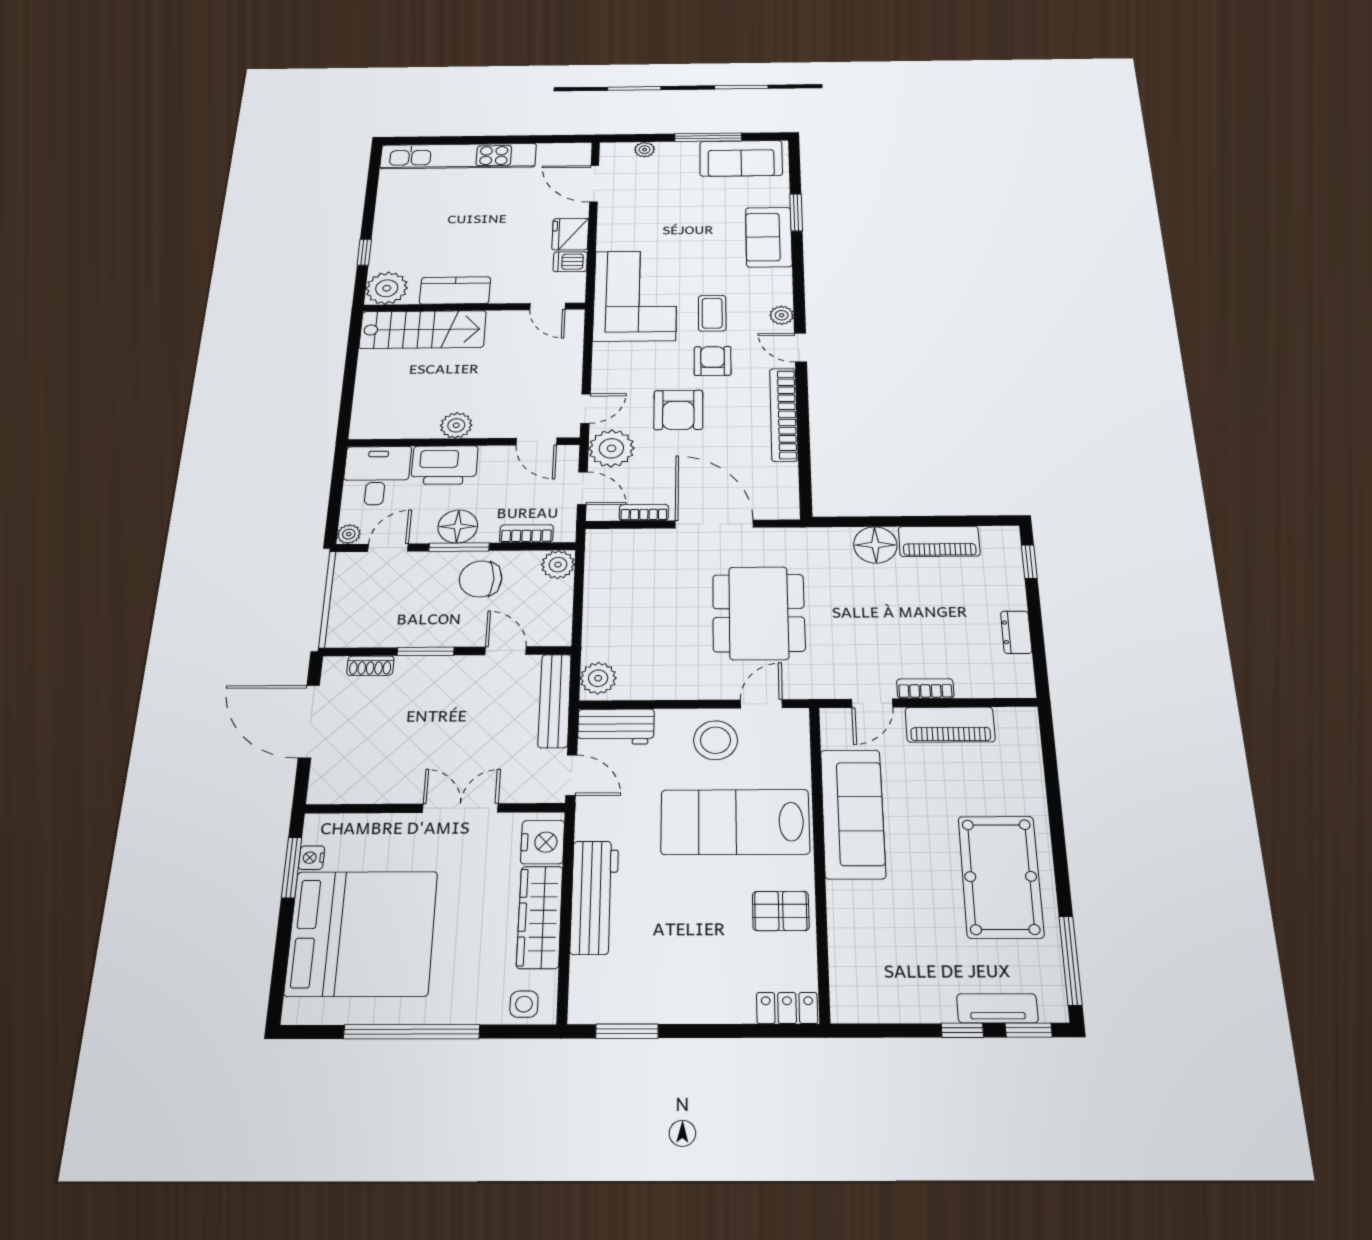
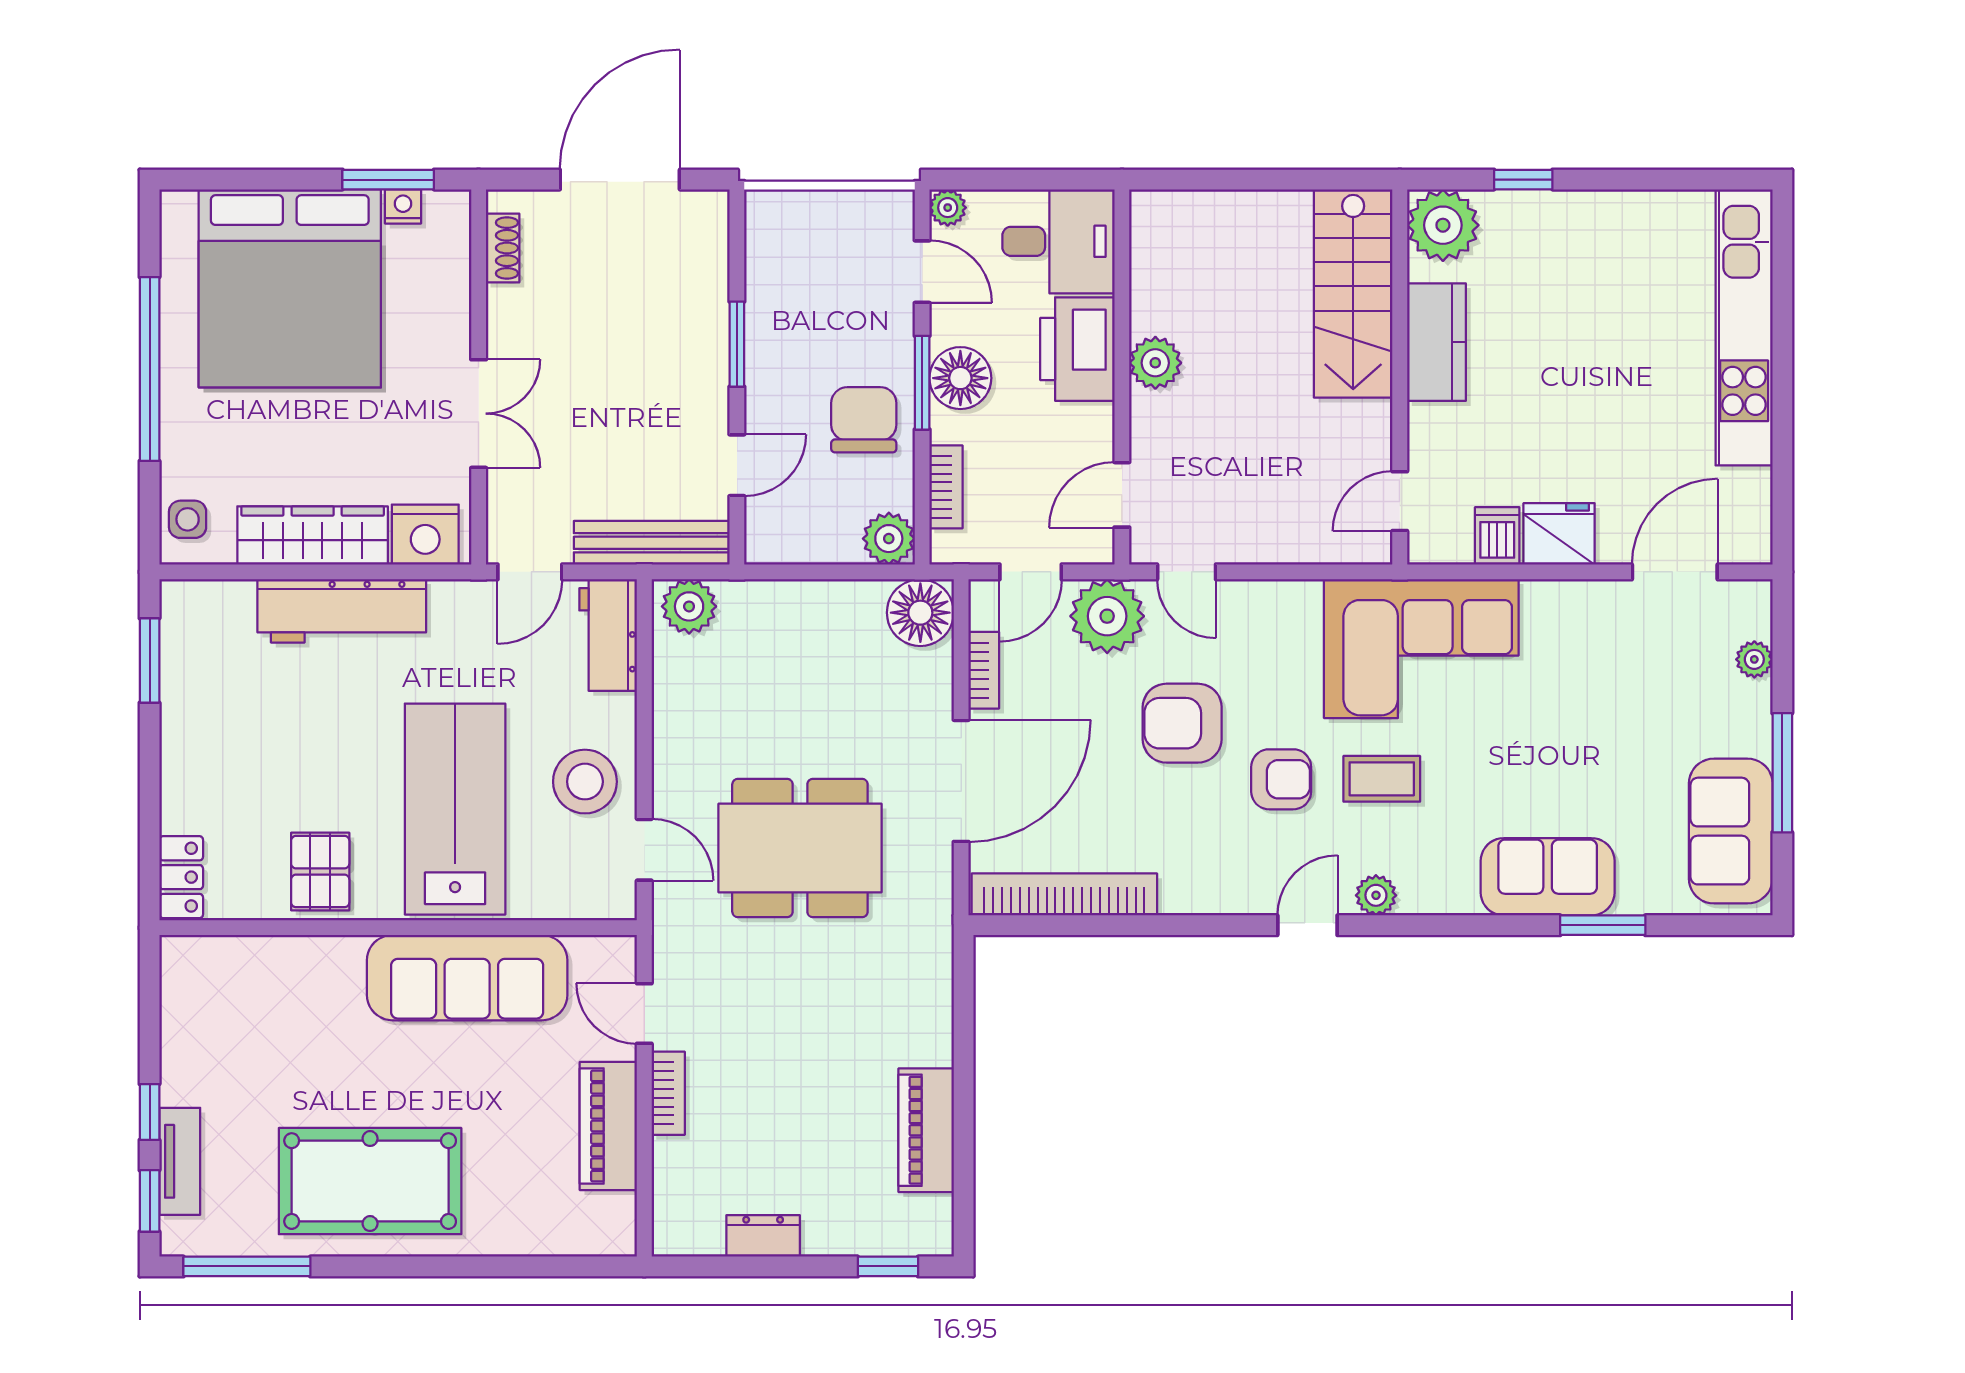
bookcase: (784, 414) -> (1064, 894), moved
floor lamp: (875, 545) -> (920, 613), moved
shoe rack: (370, 666) -> (503, 248), moved, turned 180

